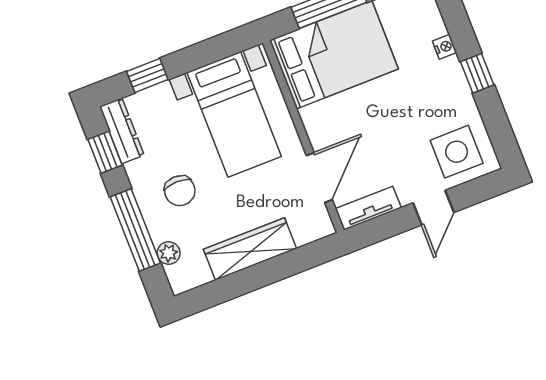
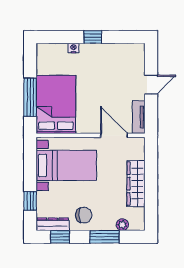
side table: (457, 152) -> (128, 62), removed
chair: (180, 191) -> (84, 215), moved
door: (433, 208) -> (151, 85), hinge flipped
window: (135, 230) -> (104, 237), width x0.69

